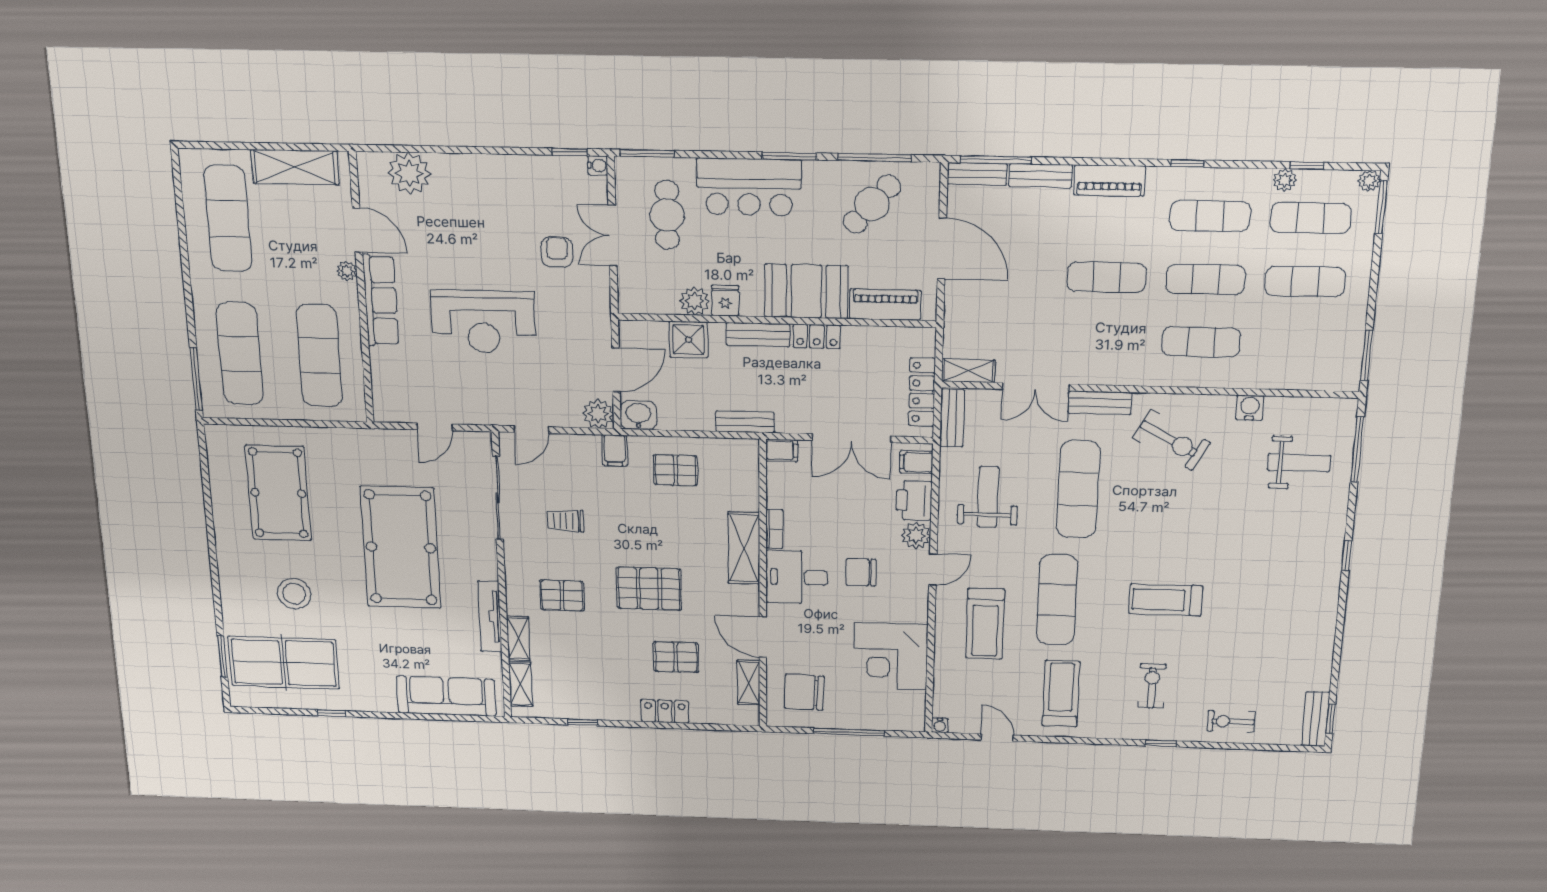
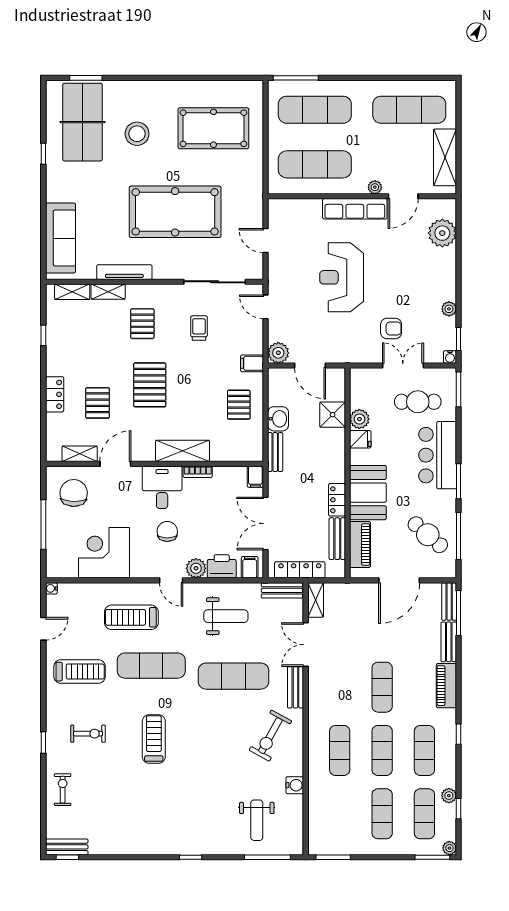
plant: (524, 166) -> (449, 309), added
bench: (758, 335) -> (337, 539), moved
washbasin: (638, 415) -> (278, 419), moved

